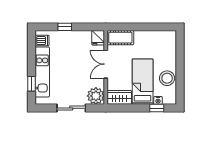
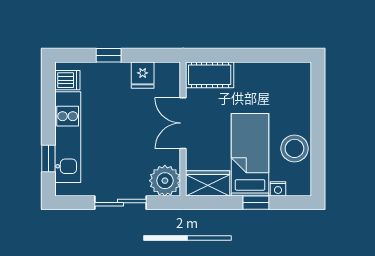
fridge: (98, 38) -> (143, 75), moved
window: (157, 108) -> (256, 203), moved

